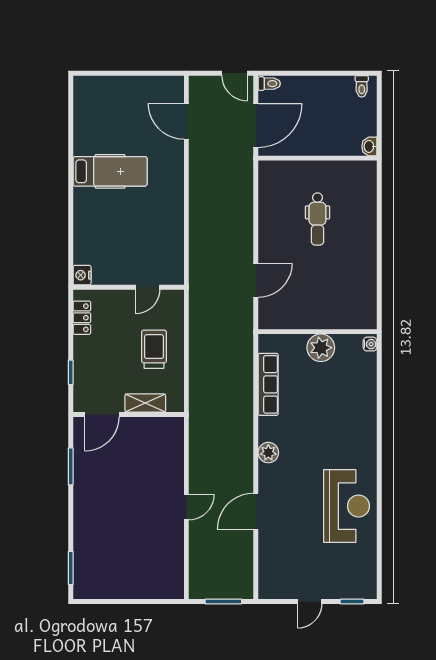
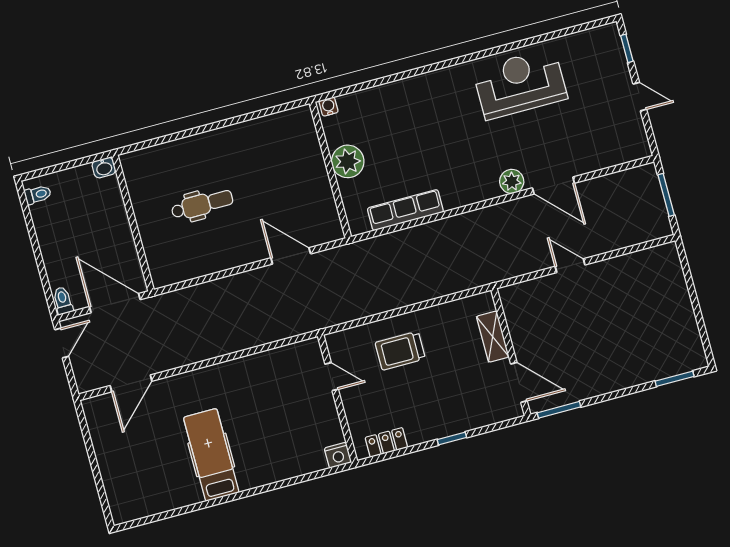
shelving: (145, 403) -> (493, 337), moved
door: (102, 415) -> (519, 382), moved
wall: (129, 415) -> (511, 352), moved
plant: (268, 453) -> (512, 181), moved

